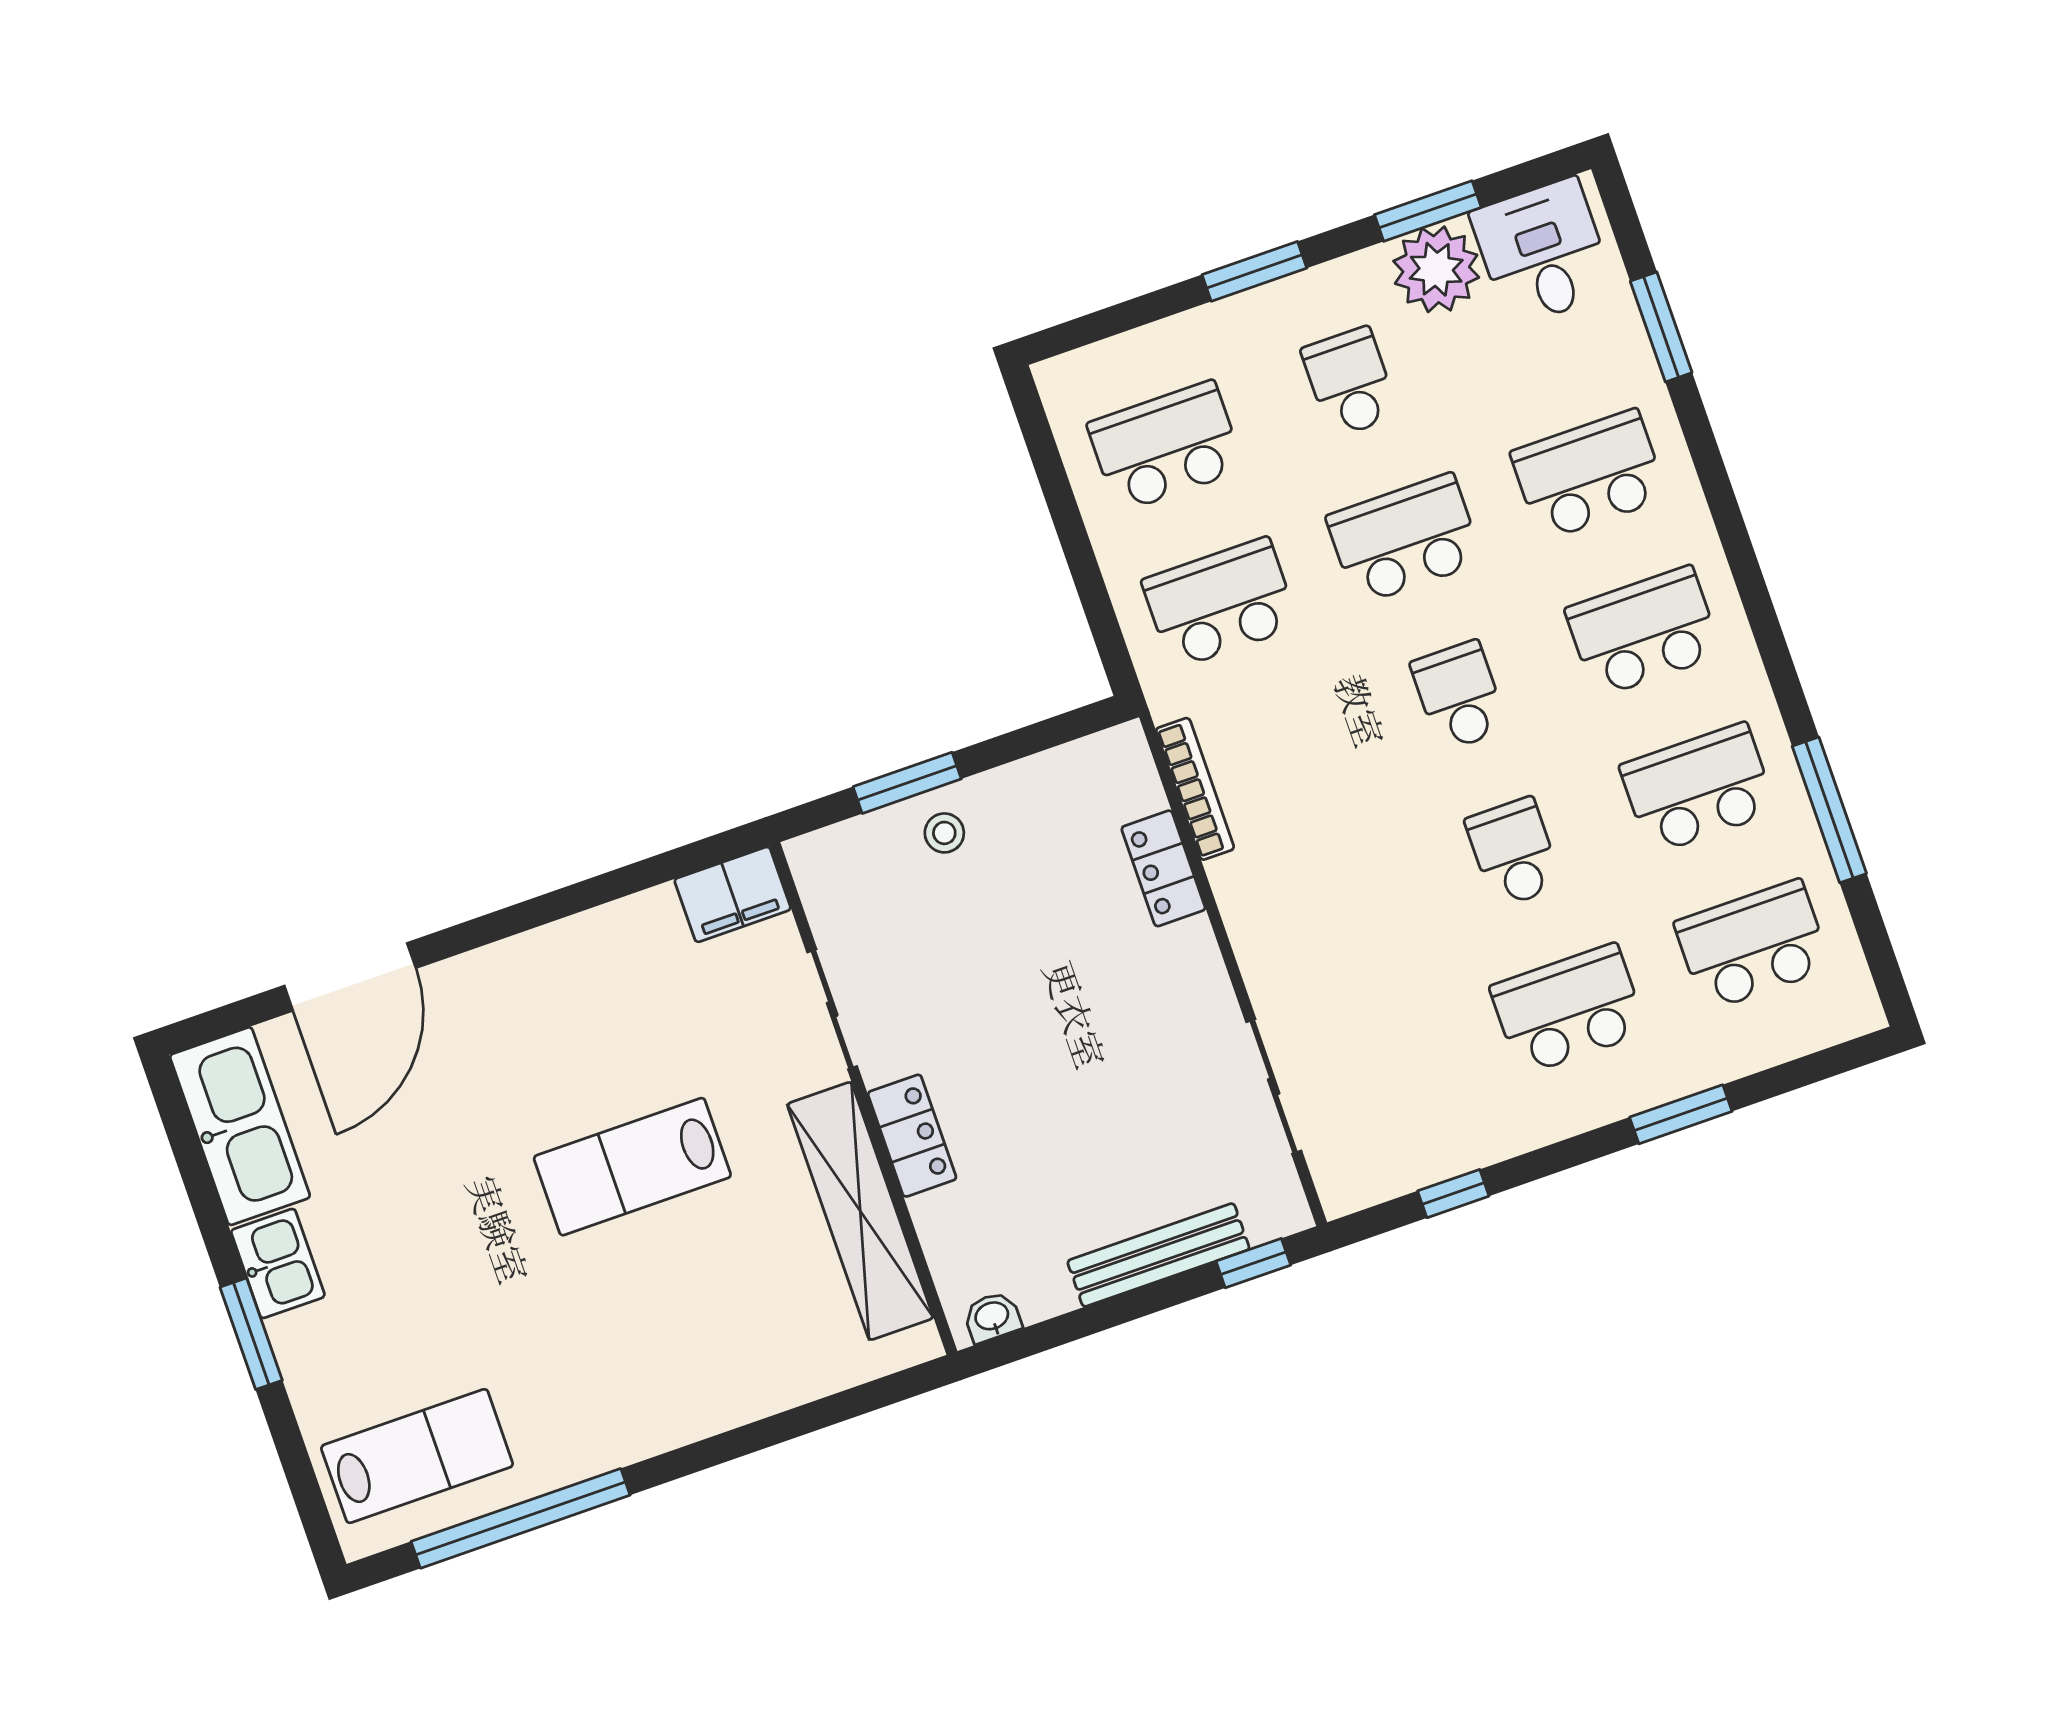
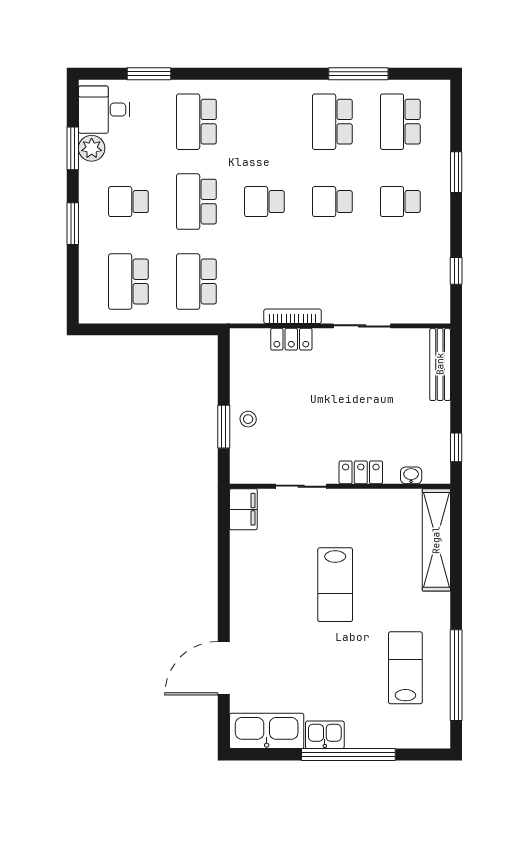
plant: (1436, 269) -> (92, 148), width x0.73, depth x0.73
school desk: (1643, 632) -> (264, 122), removed
bookcase: (1195, 789) -> (293, 316), moved
door: (350, 977) -> (224, 668), swing flipped
school desk: (1568, 1009) -> (400, 202), width x0.54
sliding door: (1274, 1086) -> (362, 326), moved
shelving: (860, 1211) -> (436, 540), moved, turned 90
bench: (1158, 1255) -> (440, 364), moved
window: (1253, 1263) -> (456, 447), moved
washbasin: (992, 1317) -> (411, 475), moved, turned 90
window: (251, 1334) -> (348, 755), width x2.11
lab bench: (417, 1456) -> (405, 668), moved

